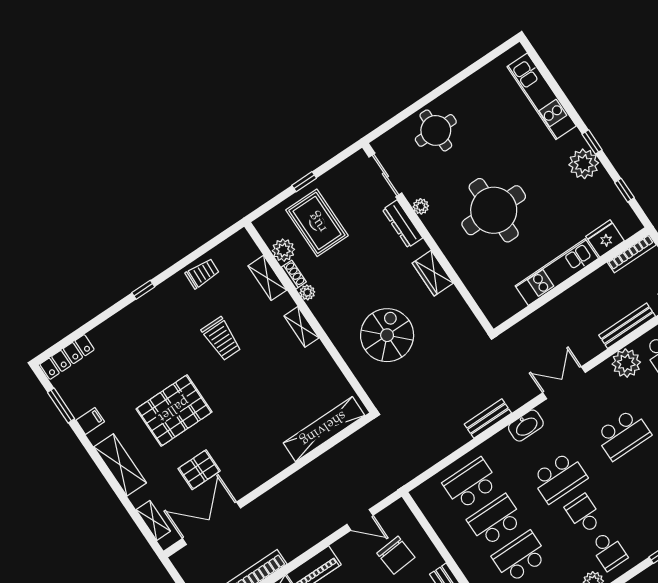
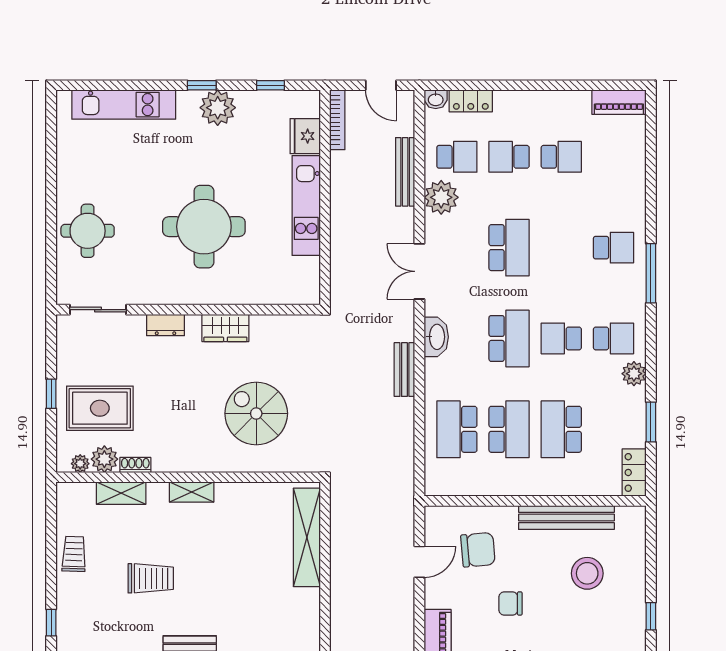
plant: (421, 206) -> (152, 296), removed
dresser: (403, 224) -> (166, 325), width x0.70
plant: (307, 292) -> (80, 464), moved
school desk: (495, 520) -> (509, 429), turned 180

